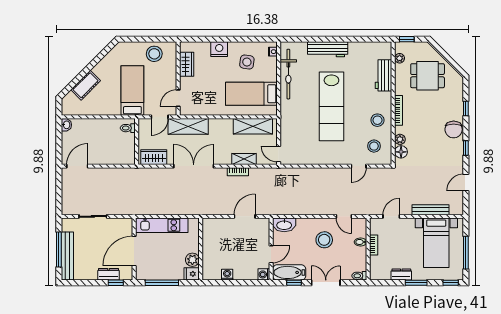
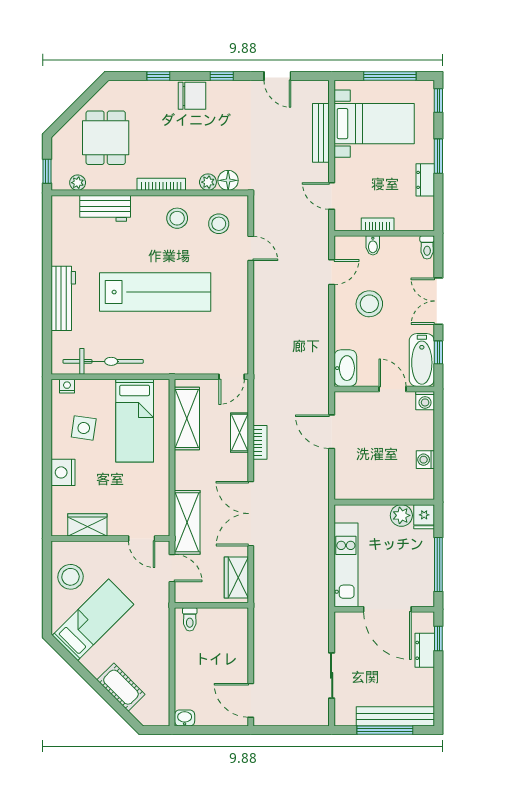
bed: (132, 91) -> (93, 620), moved, turned 135

